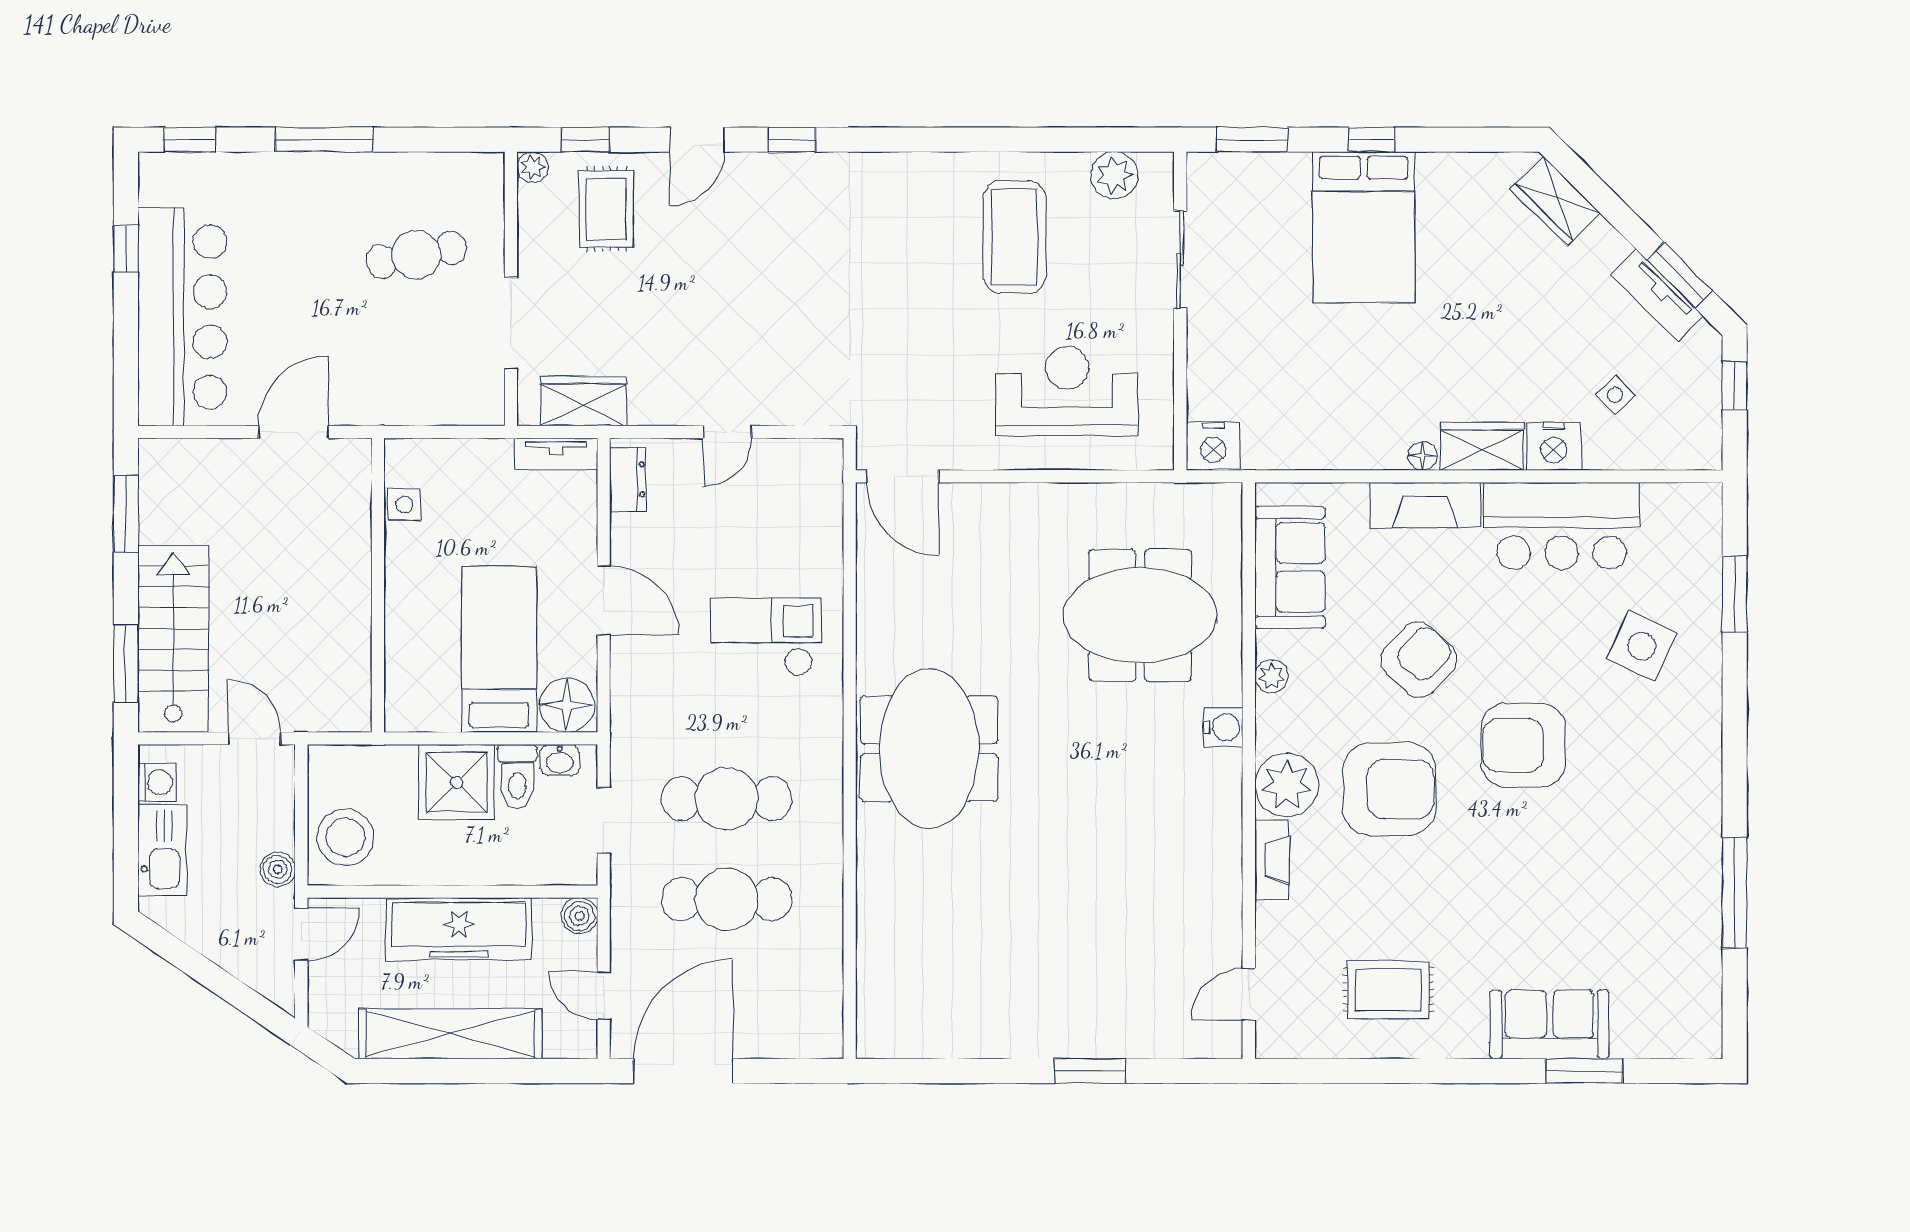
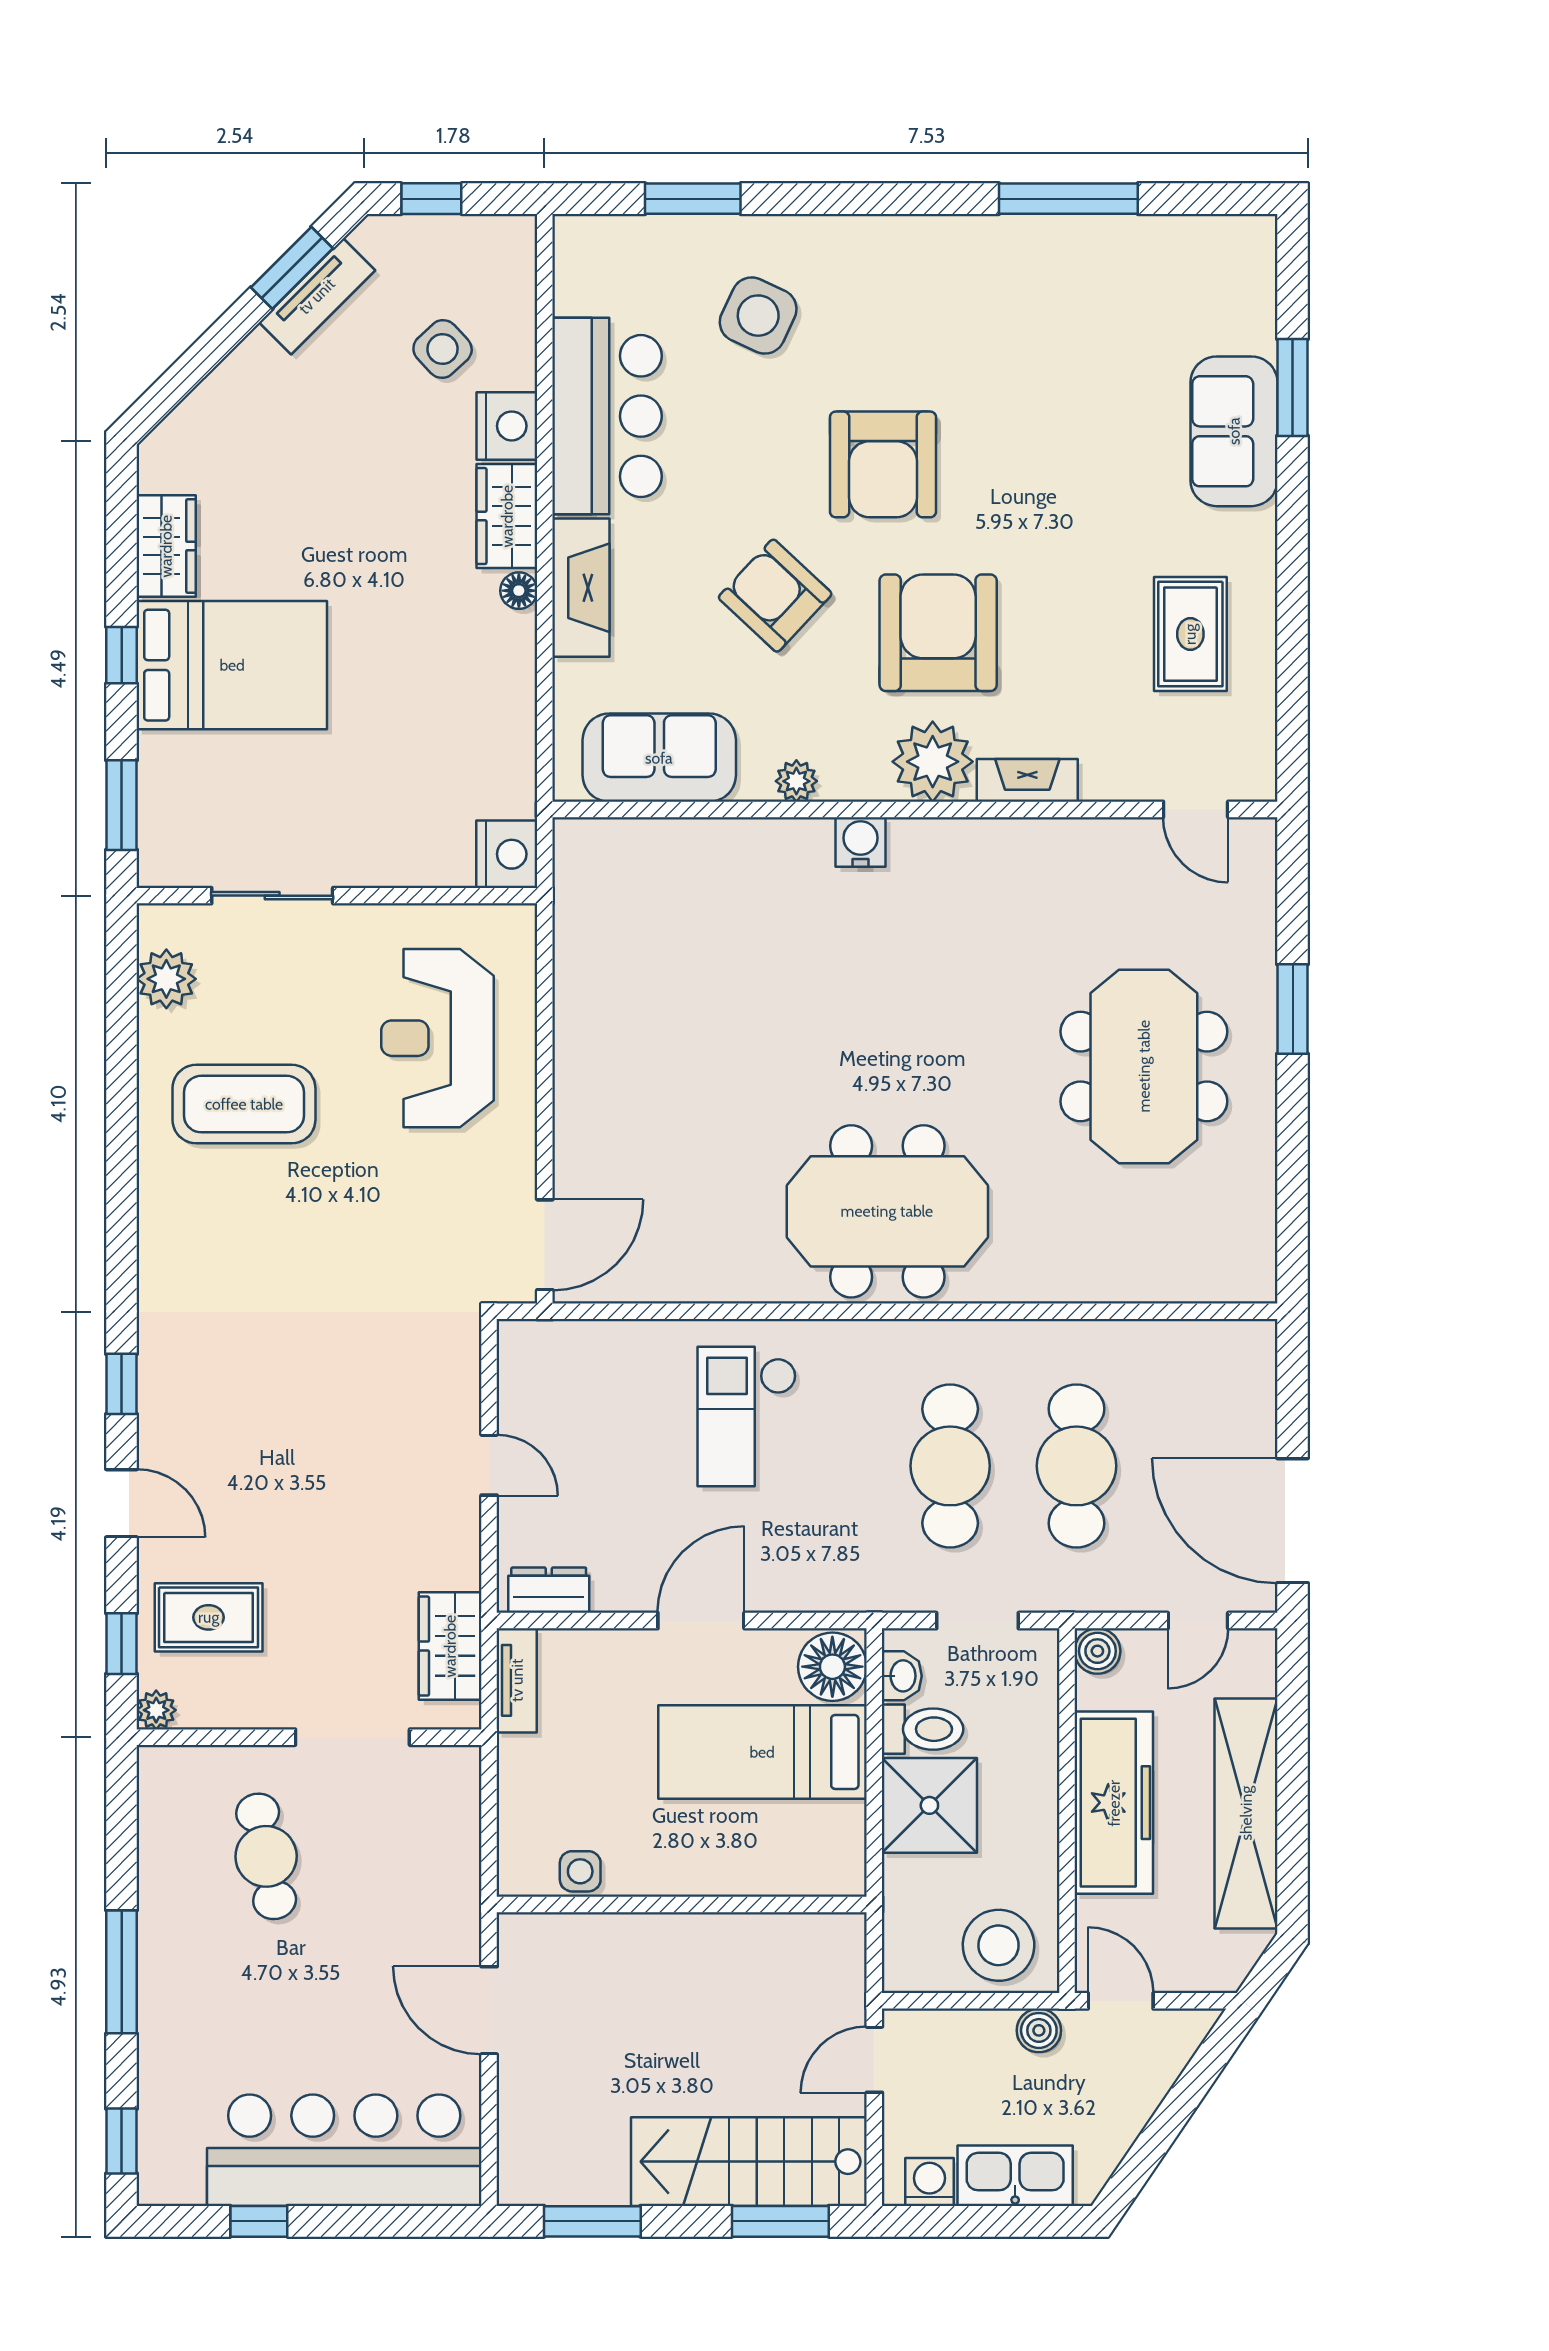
wardrobe: (1555, 201) -> (166, 546), moved, turned -45
side table: (1615, 395) -> (443, 349), width x1.37, depth x1.37
meeting table: (1140, 615) -> (1144, 1066), moved

